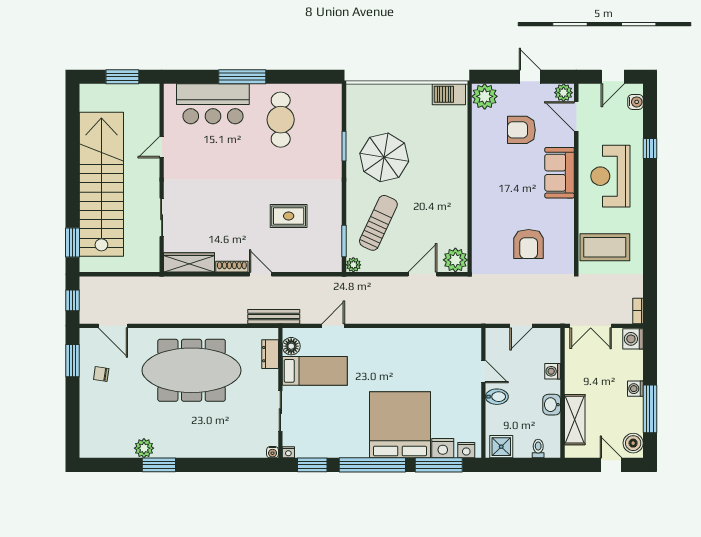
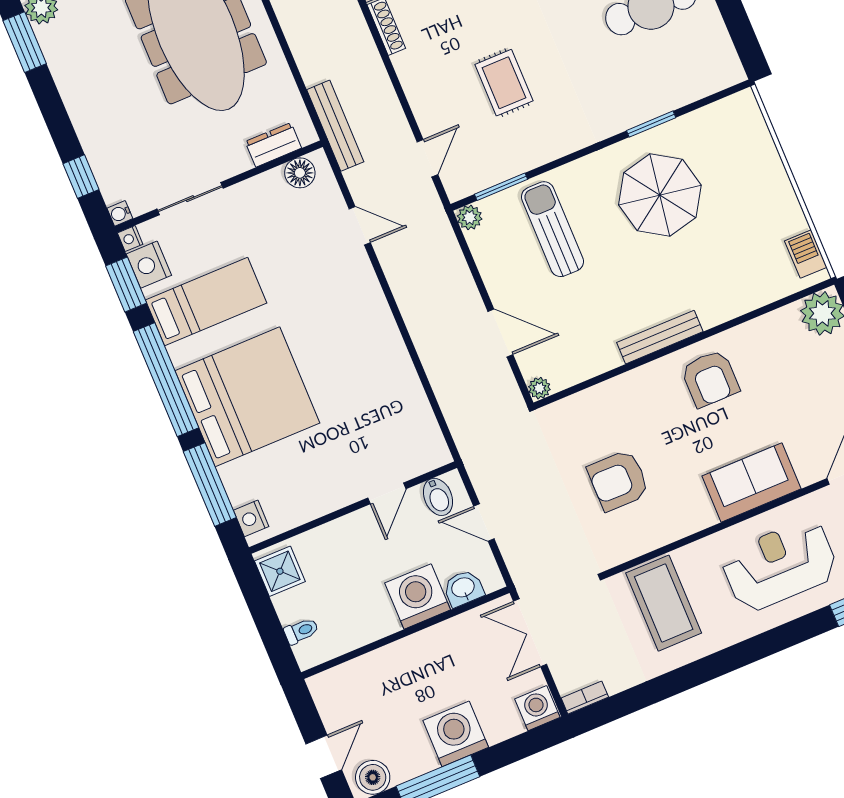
barbecue: (449, 94) -> (806, 254), width x0.73, depth x0.79
armchair: (521, 130) -> (710, 379), moved, turned 180
bench: (461, 189) -> (660, 337), added
sun lounger: (378, 223) -> (552, 229), turned -115
plant: (455, 260) -> (539, 388), width x0.53, depth x0.53
door: (261, 274) -> (427, 158), moved
bed: (315, 371) -> (206, 301), moved, turned -90
washing machine: (553, 371) -> (418, 596), width x1.89, depth x1.89
washing machine: (635, 389) -> (456, 734), width x1.89, depth x1.89
bidet: (497, 397) -> (438, 497), moved
washbasin: (552, 405) -> (463, 588), moved
shelving: (575, 420) -> (371, 670), removed
nightstand: (443, 448) -> (149, 265), moved
window: (244, 465) -> (81, 177), added

